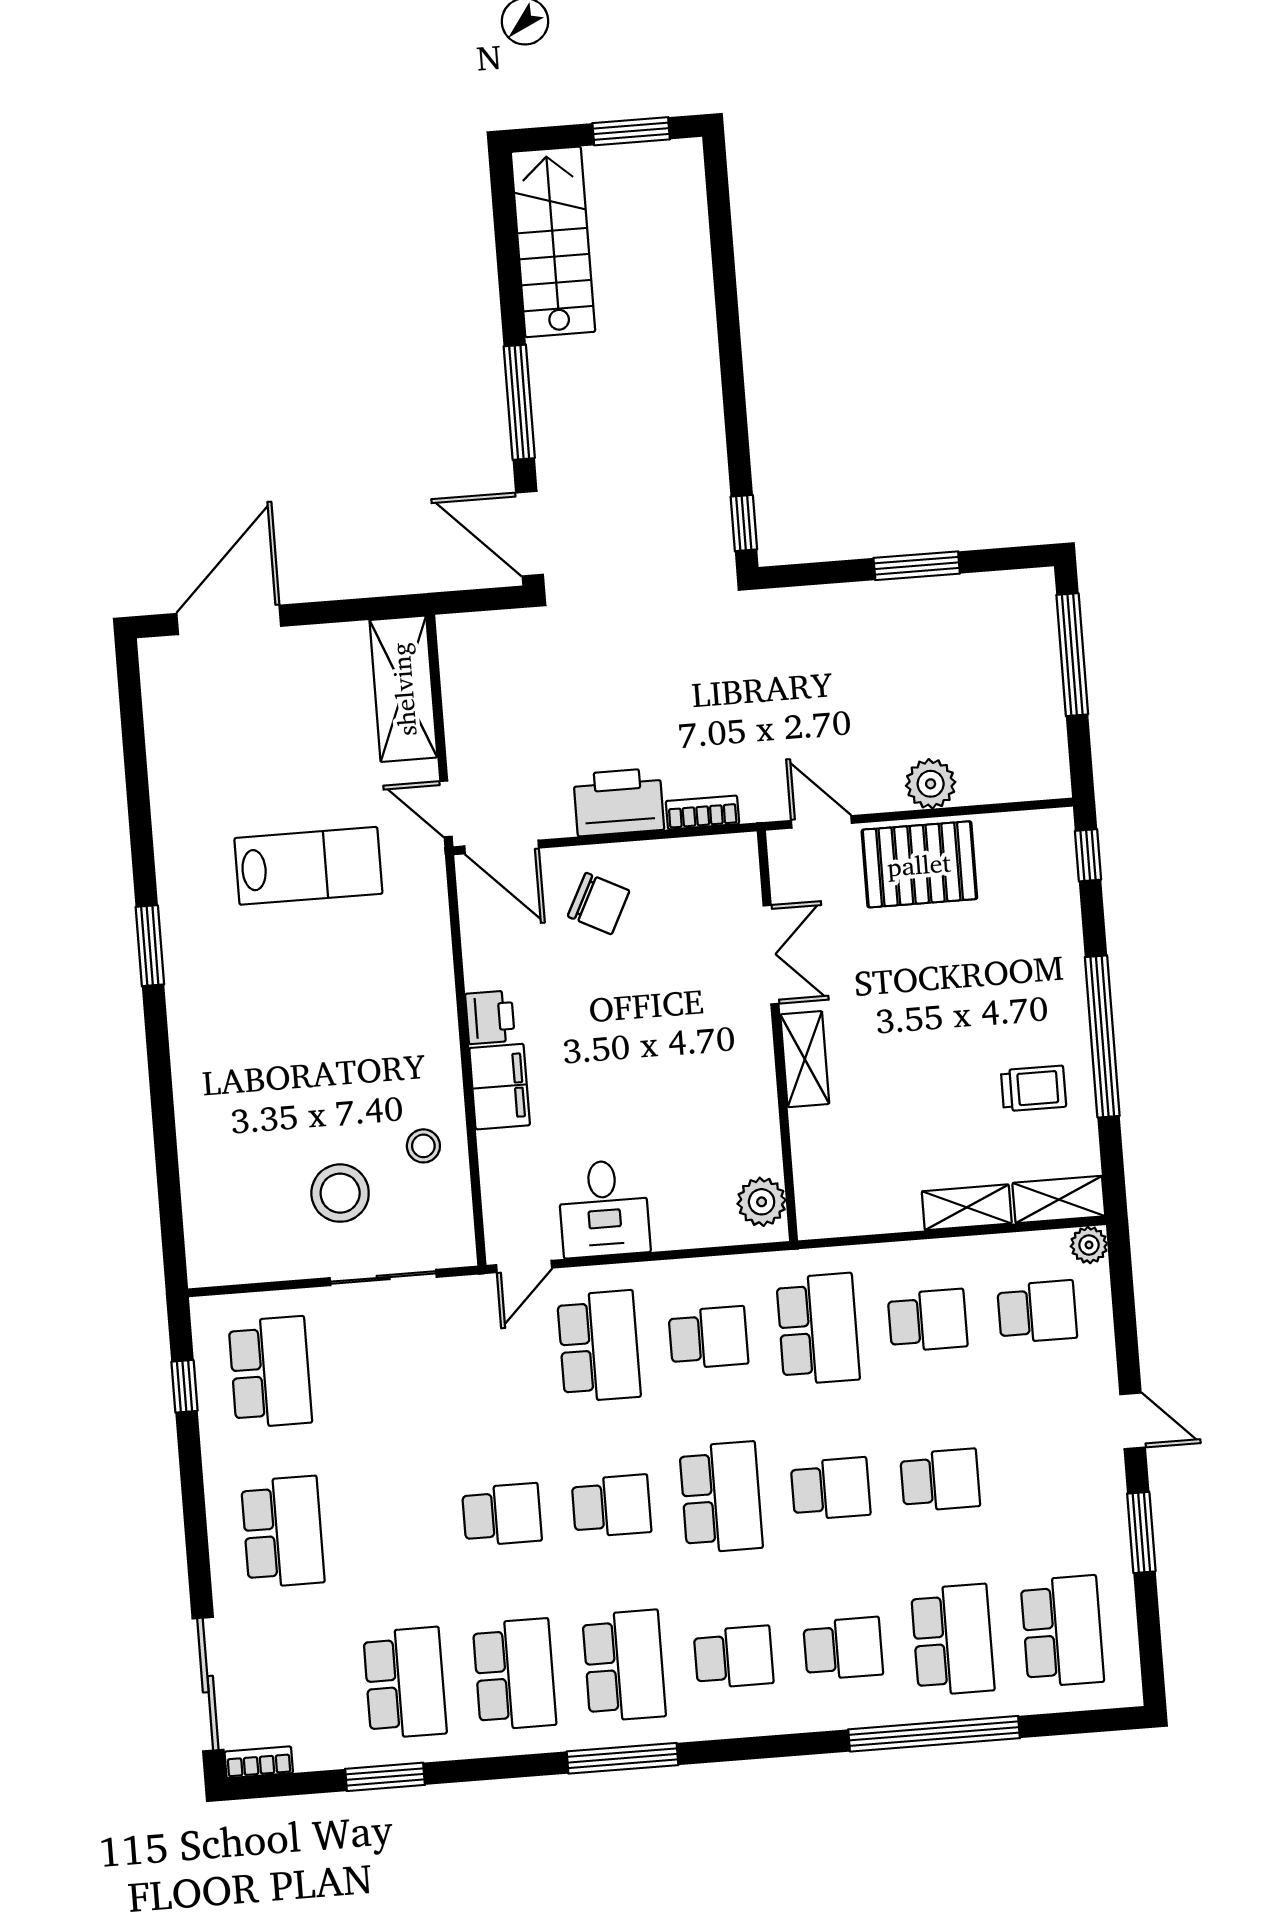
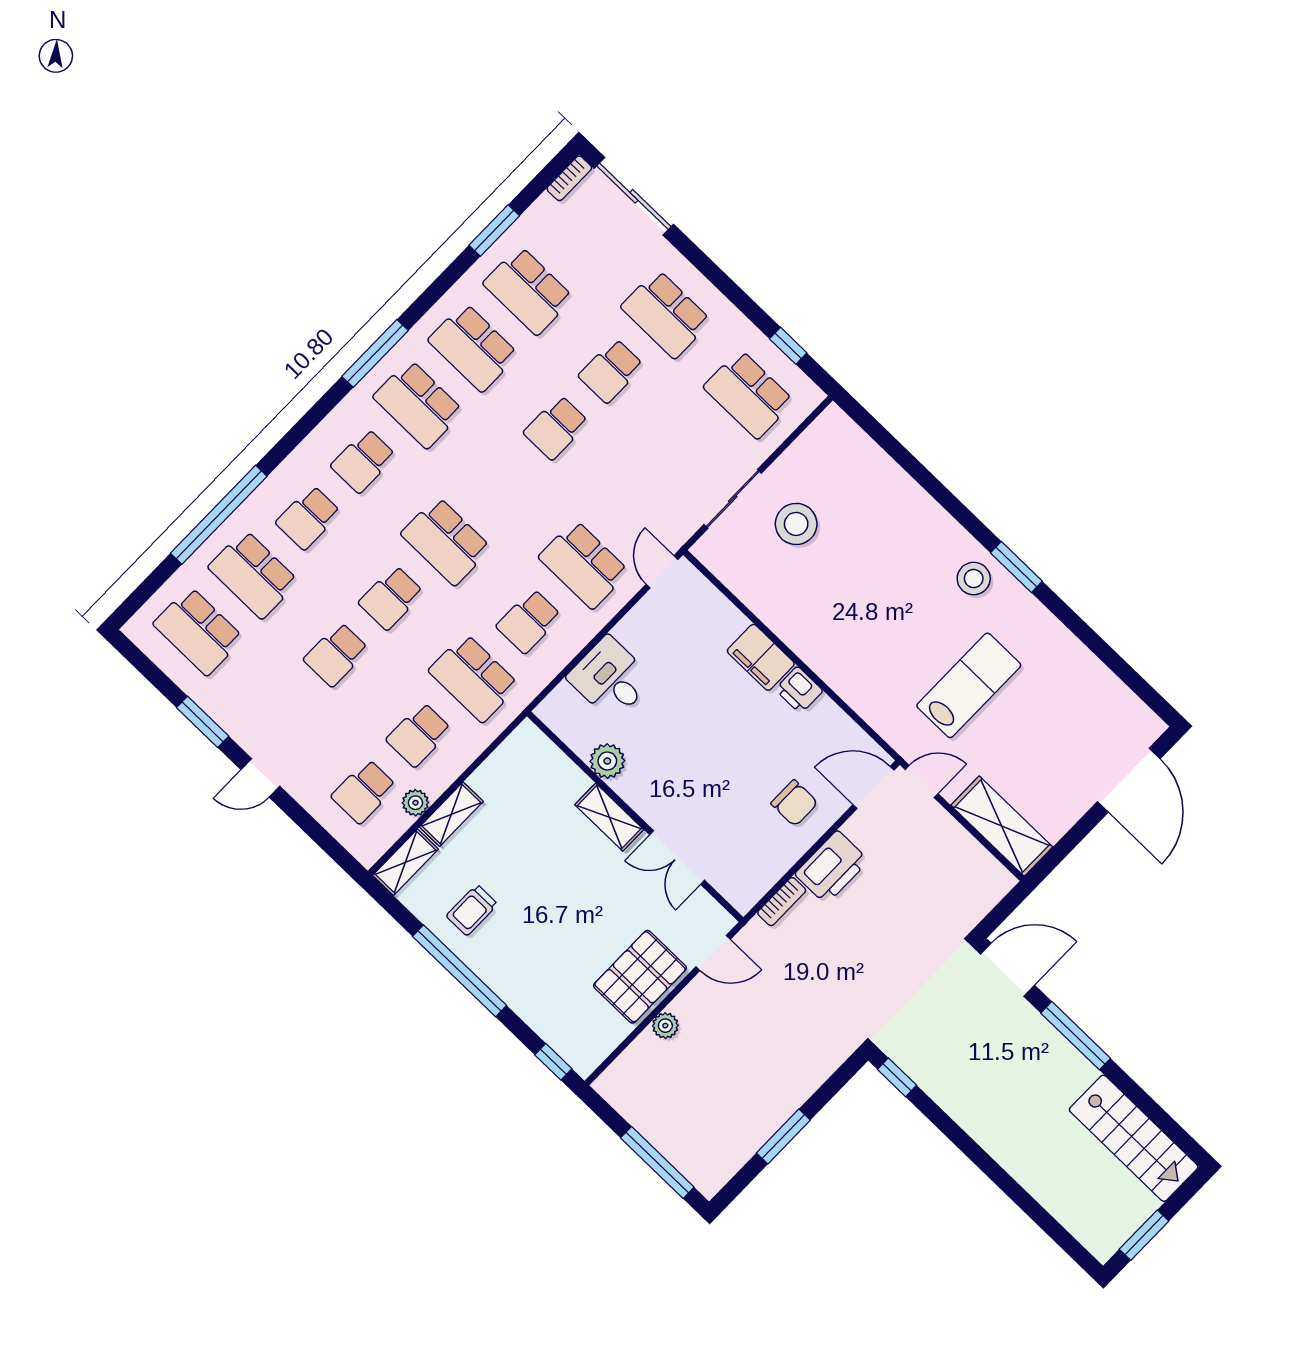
plant: (931, 784) -> (665, 1026), width x0.73, depth x0.73
lab bench: (308, 866) -> (969, 685), turned 180
chair: (599, 904) -> (794, 803), turned -117
stool: (423, 1146) -> (974, 579), moved, width x1.37, depth x1.37
plant: (762, 1202) -> (607, 761), moved
desk: (604, 1209) -> (610, 678), moved
plant: (1089, 1245) -> (415, 803), moved
school desk: (611, 1506) -> (611, 371), moved

